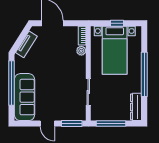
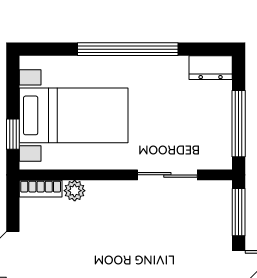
window: (117, 23) -> (13, 134), moved
dresser: (136, 107) -> (211, 68), width x0.70

